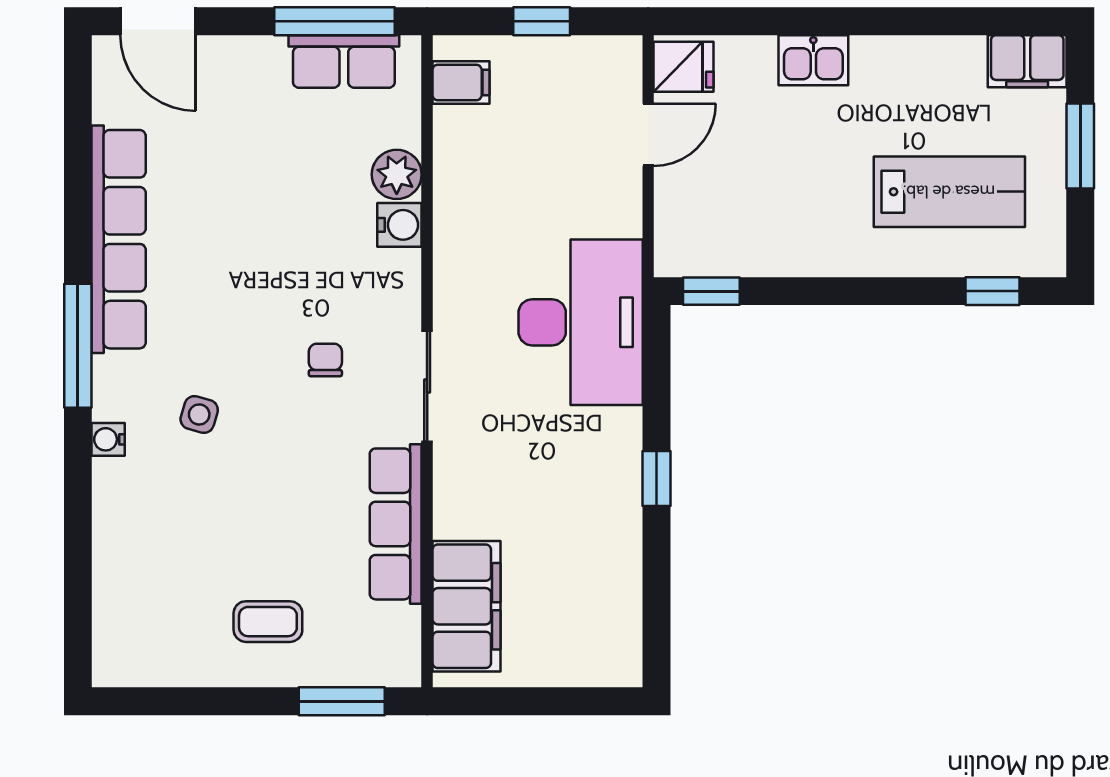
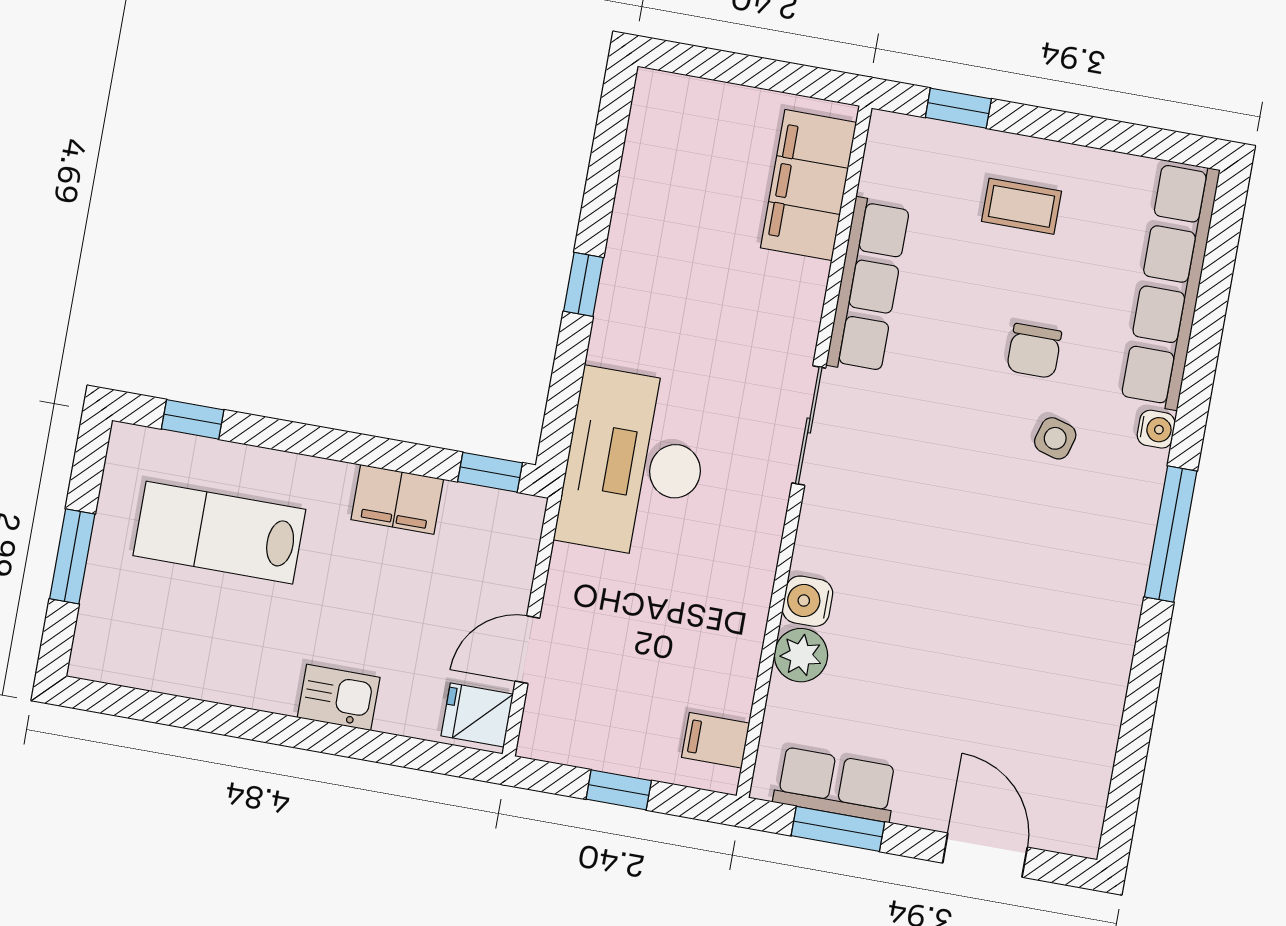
door: (158, 21) -> (985, 855), moved
window: (335, 21) -> (838, 829), width x0.69
filing cabinet: (1027, 61) -> (397, 499), moved, turned 180
row of seats: (119, 239) -> (1170, 285), moved
chair: (325, 360) -> (1034, 351), moved, width x1.37, depth x1.37
window: (342, 701) -> (958, 108), width x0.67

